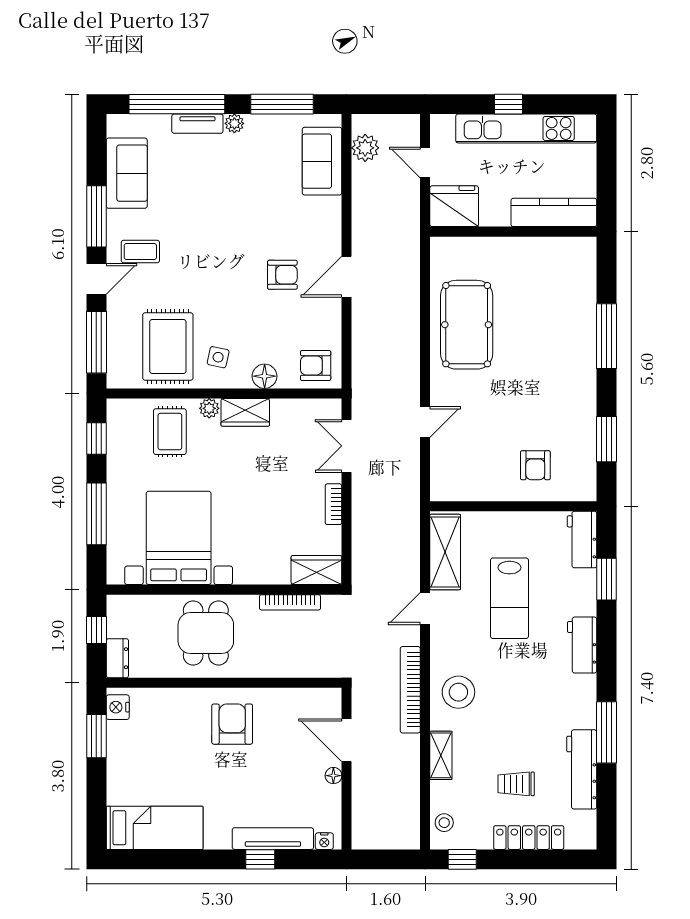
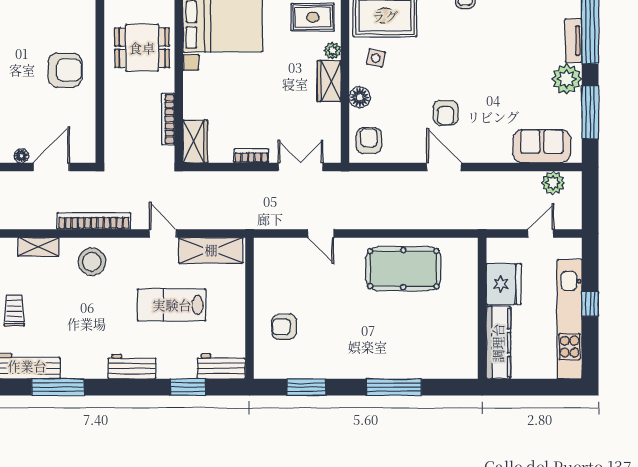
plant: (234, 123) -> (567, 79), width x1.87, depth x1.87
fridge: (454, 206) -> (504, 284), moved

